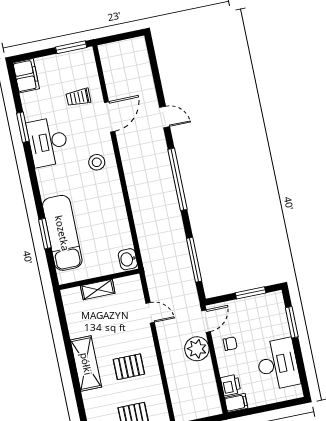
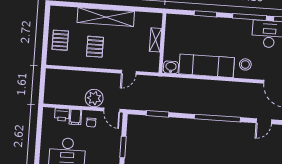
window: (33, 174) -> (249, 17), added
exam couch: (62, 233) -> (207, 66), moved, turned 180
window: (194, 260) -> (157, 114), width x0.69
shelving: (86, 364) -> (106, 17), width x1.47
filing cabinet: (236, 403) -> (75, 117), moved

